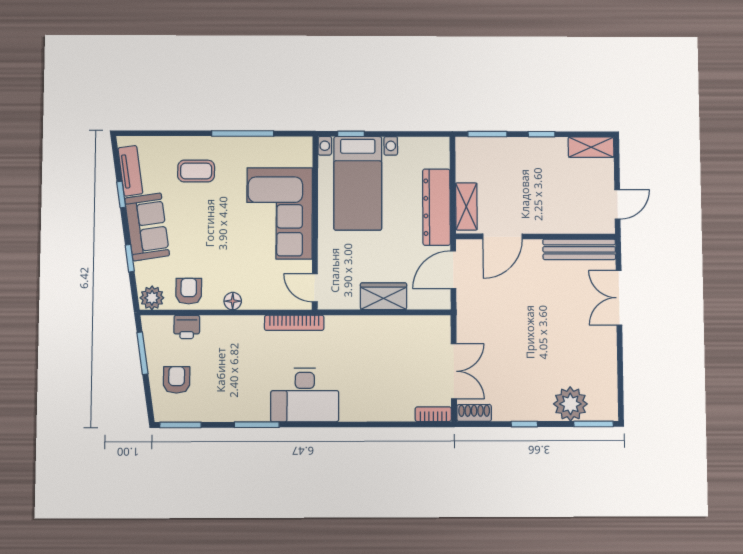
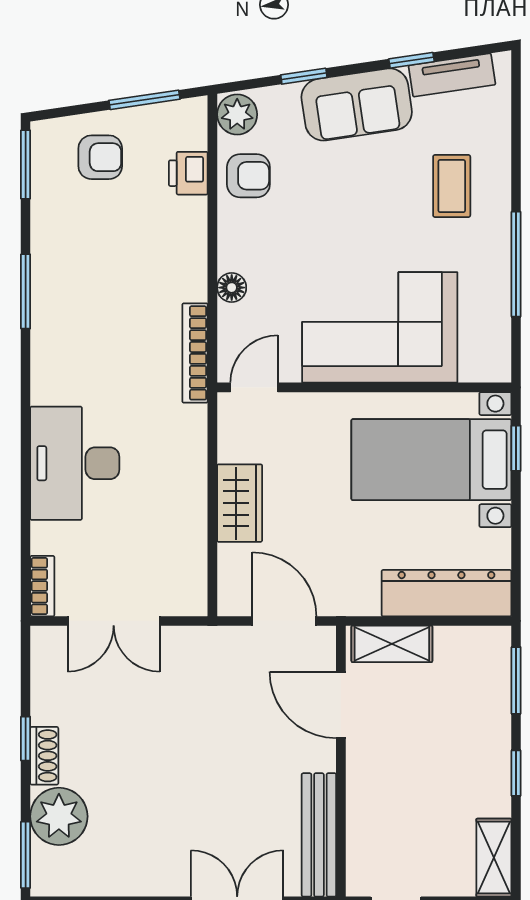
dresser: (436, 207) -> (446, 593), moved
floor lamp: (233, 301) -> (232, 288), moved
desk: (305, 395) -> (75, 463), moved
shoe rack: (474, 413) -> (44, 756), moved

